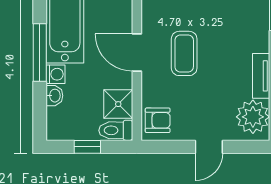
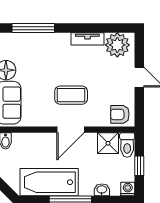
washing machine: (56, 74) -> (128, 189), moved
armchair: (158, 120) -> (120, 114), turned -90

